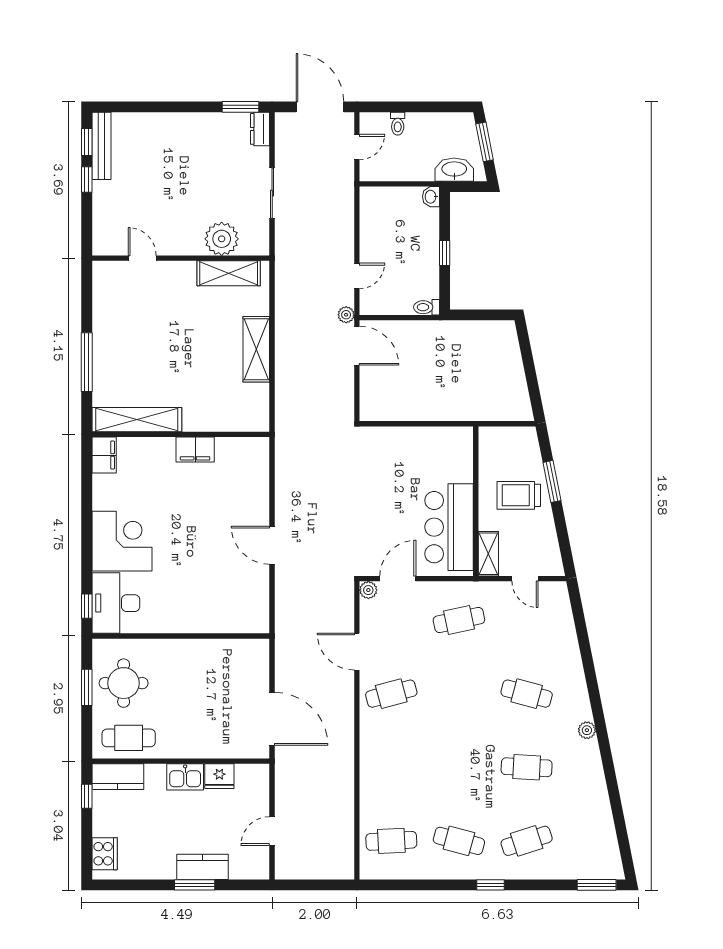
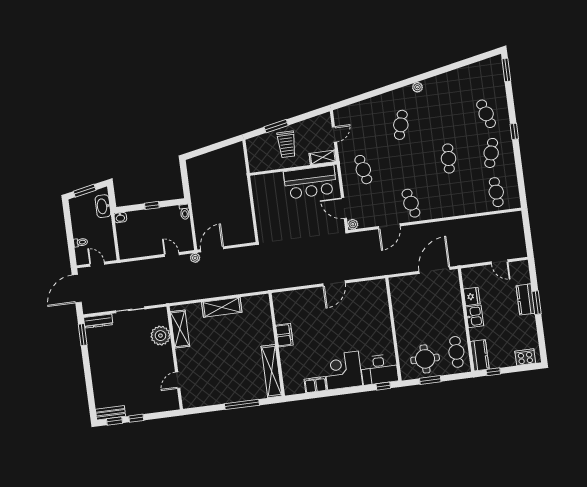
dresser: (260, 129) -> (98, 321), width x1.44
bench: (101, 146) -> (110, 413), width x0.73
filing cabinet: (104, 455) -> (315, 385), moved
cafe table: (527, 767) -> (449, 158), moved

